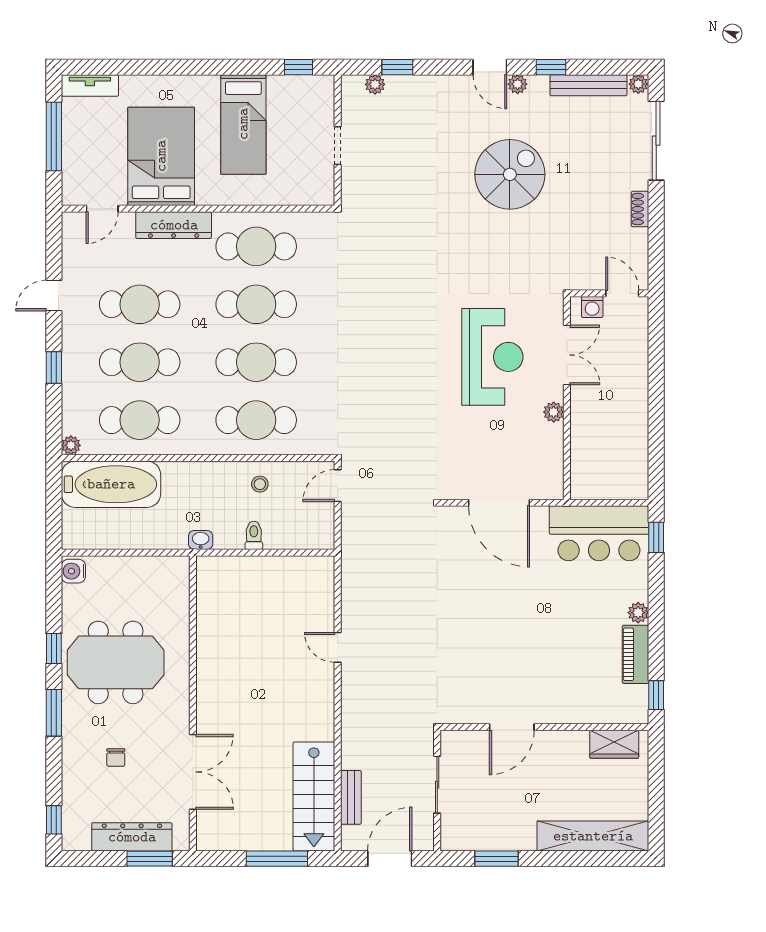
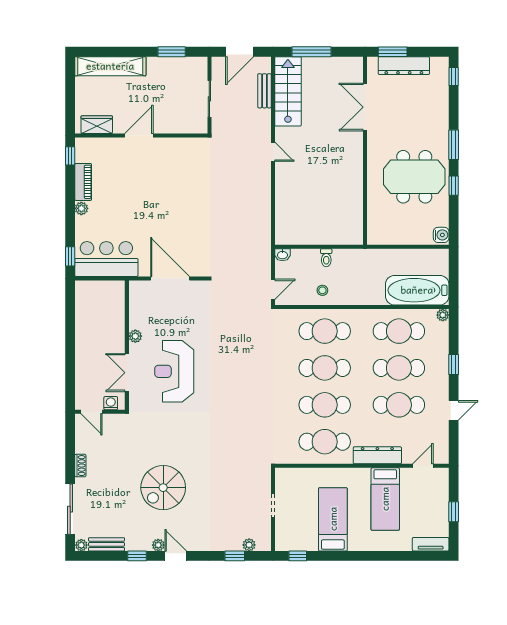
bench: (588, 85) -> (107, 544), width x0.73
window: (54, 137) -> (454, 512), width x0.46
bed: (161, 156) -> (385, 499), width x0.67
washbasin: (201, 540) -> (282, 255), moved
door: (338, 647) -> (273, 152), moved
door: (512, 727) -> (139, 136), moved
chair: (116, 757) -> (414, 116), removed

